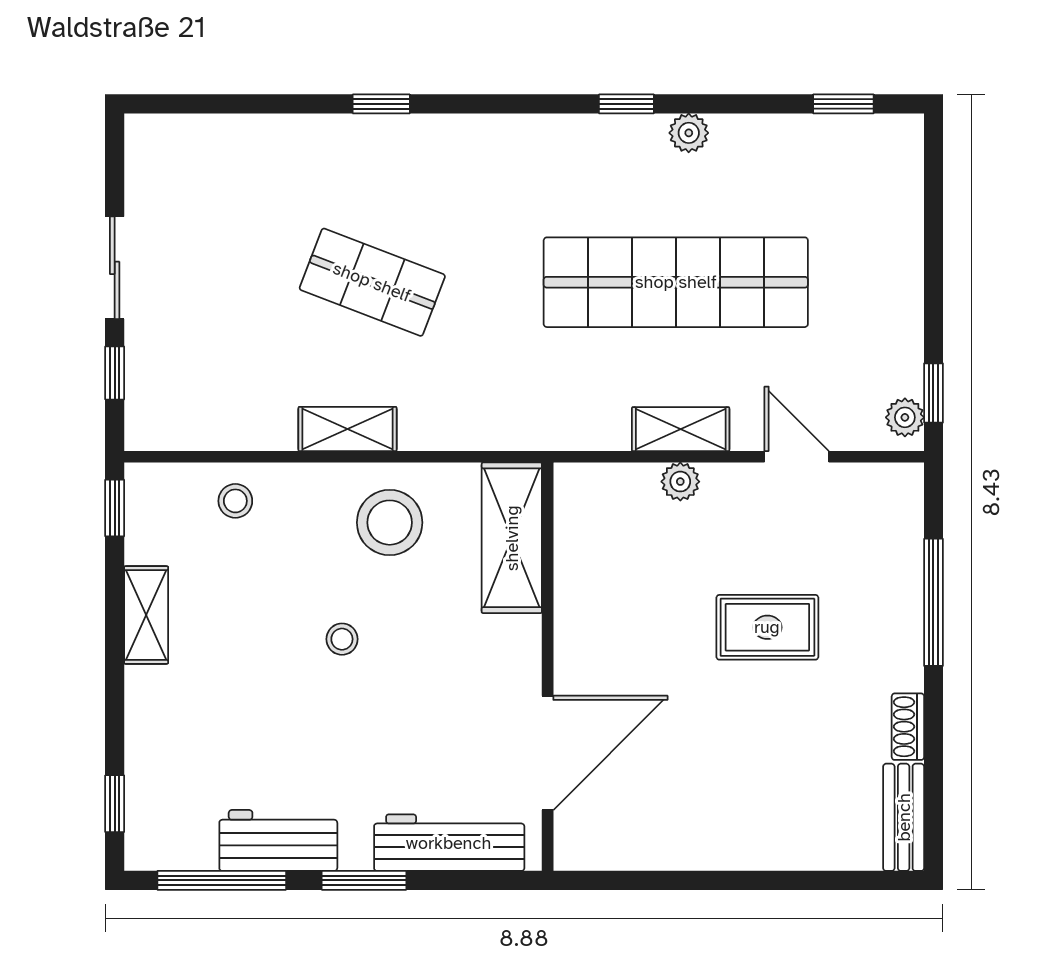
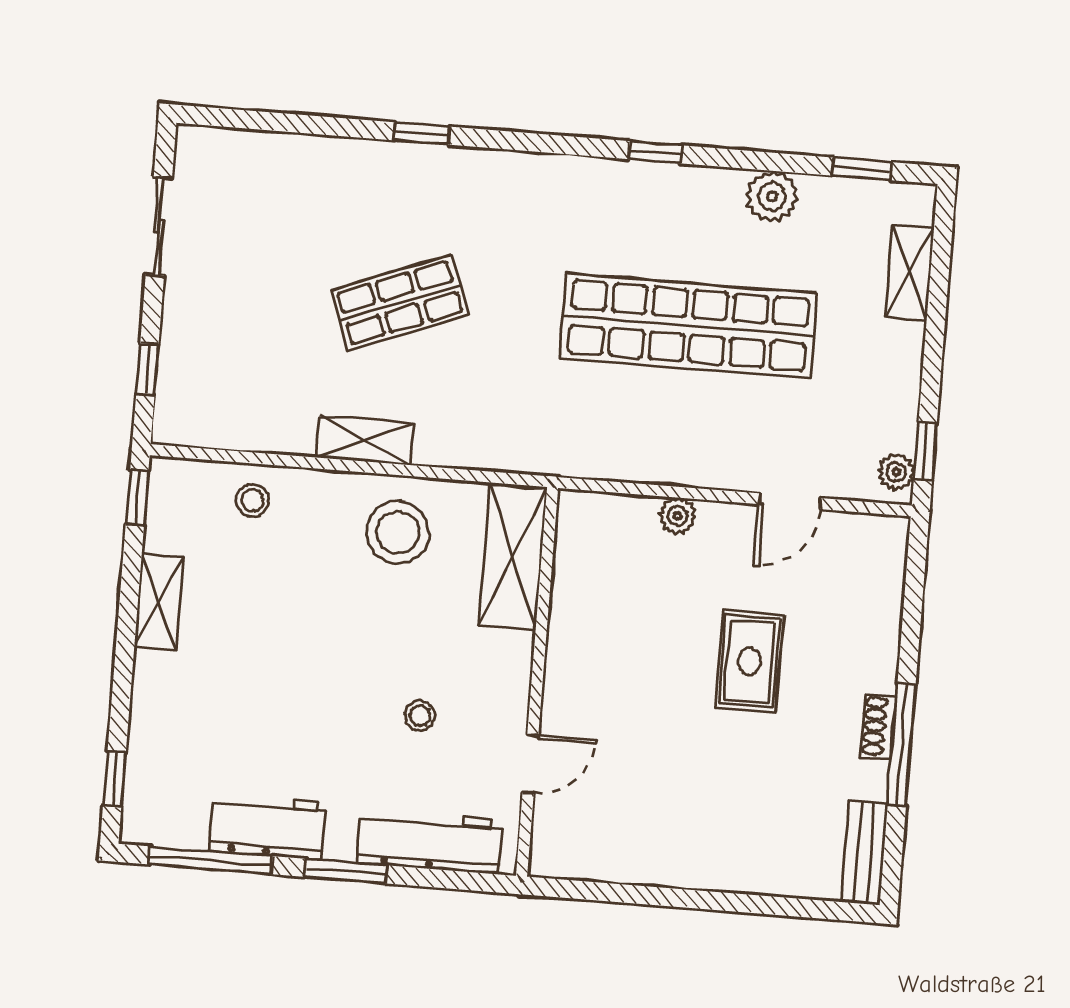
plant: (689, 133) -> (772, 196), moved, width x1.38, depth x1.38
sliding door: (115, 268) -> (159, 226), moved
shop shelf: (372, 282) -> (400, 303), turned -42
shelving: (681, 429) -> (910, 272), moved, turned 90
door: (797, 457) -> (790, 501), swing flipped
window: (933, 602) -> (902, 745), moved
rug: (767, 627) -> (749, 661), turned 90
stool: (342, 639) -> (420, 716), moved
shoe rack: (908, 727) -> (879, 726), moved
door: (548, 753) -> (530, 764), width x0.53

